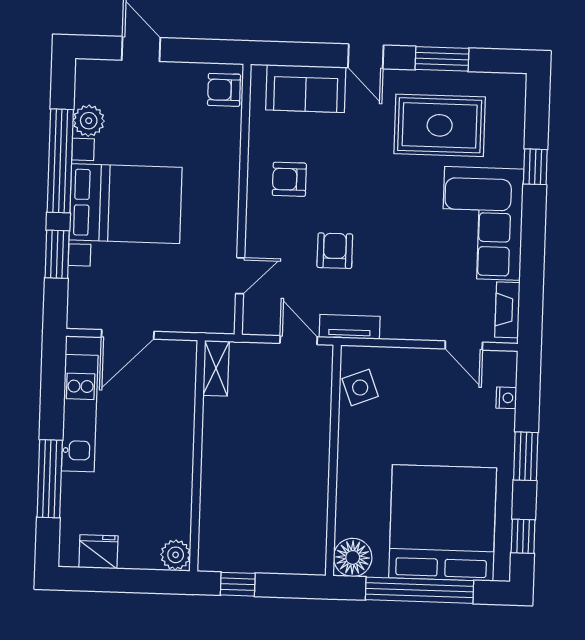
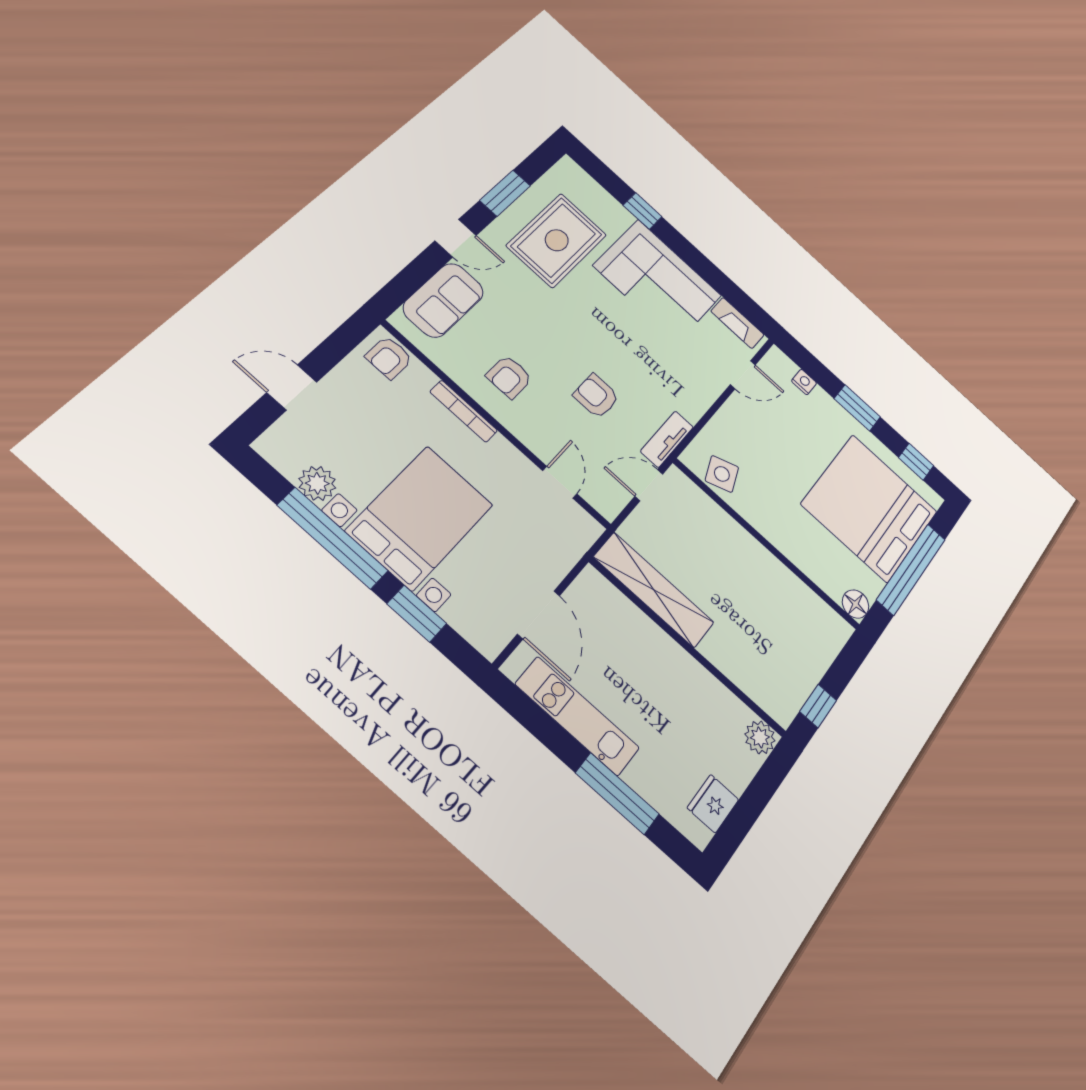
bookcase: (232, 170) -> (464, 411), added
shelving: (216, 368) -> (654, 590), width x2.20, depth x1.33
floor lamp: (353, 557) -> (856, 604), width x0.73, depth x0.73

